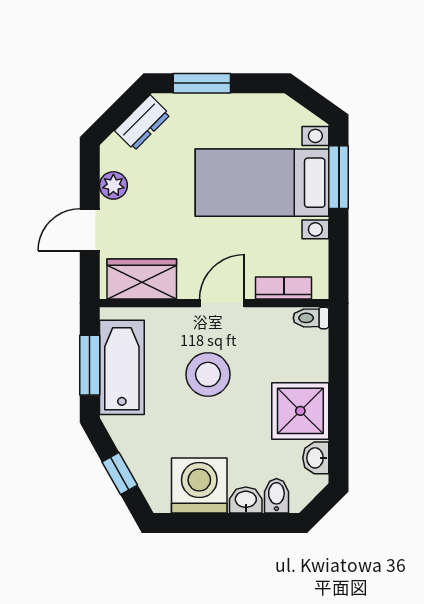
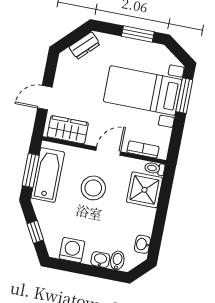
window: (202, 83) -> (138, 34), moved
plant: (113, 185) -> (62, 76), removed
shower: (300, 411) -> (144, 190), moved
washing machine: (199, 486) -> (72, 250), width x0.73, depth x0.73

